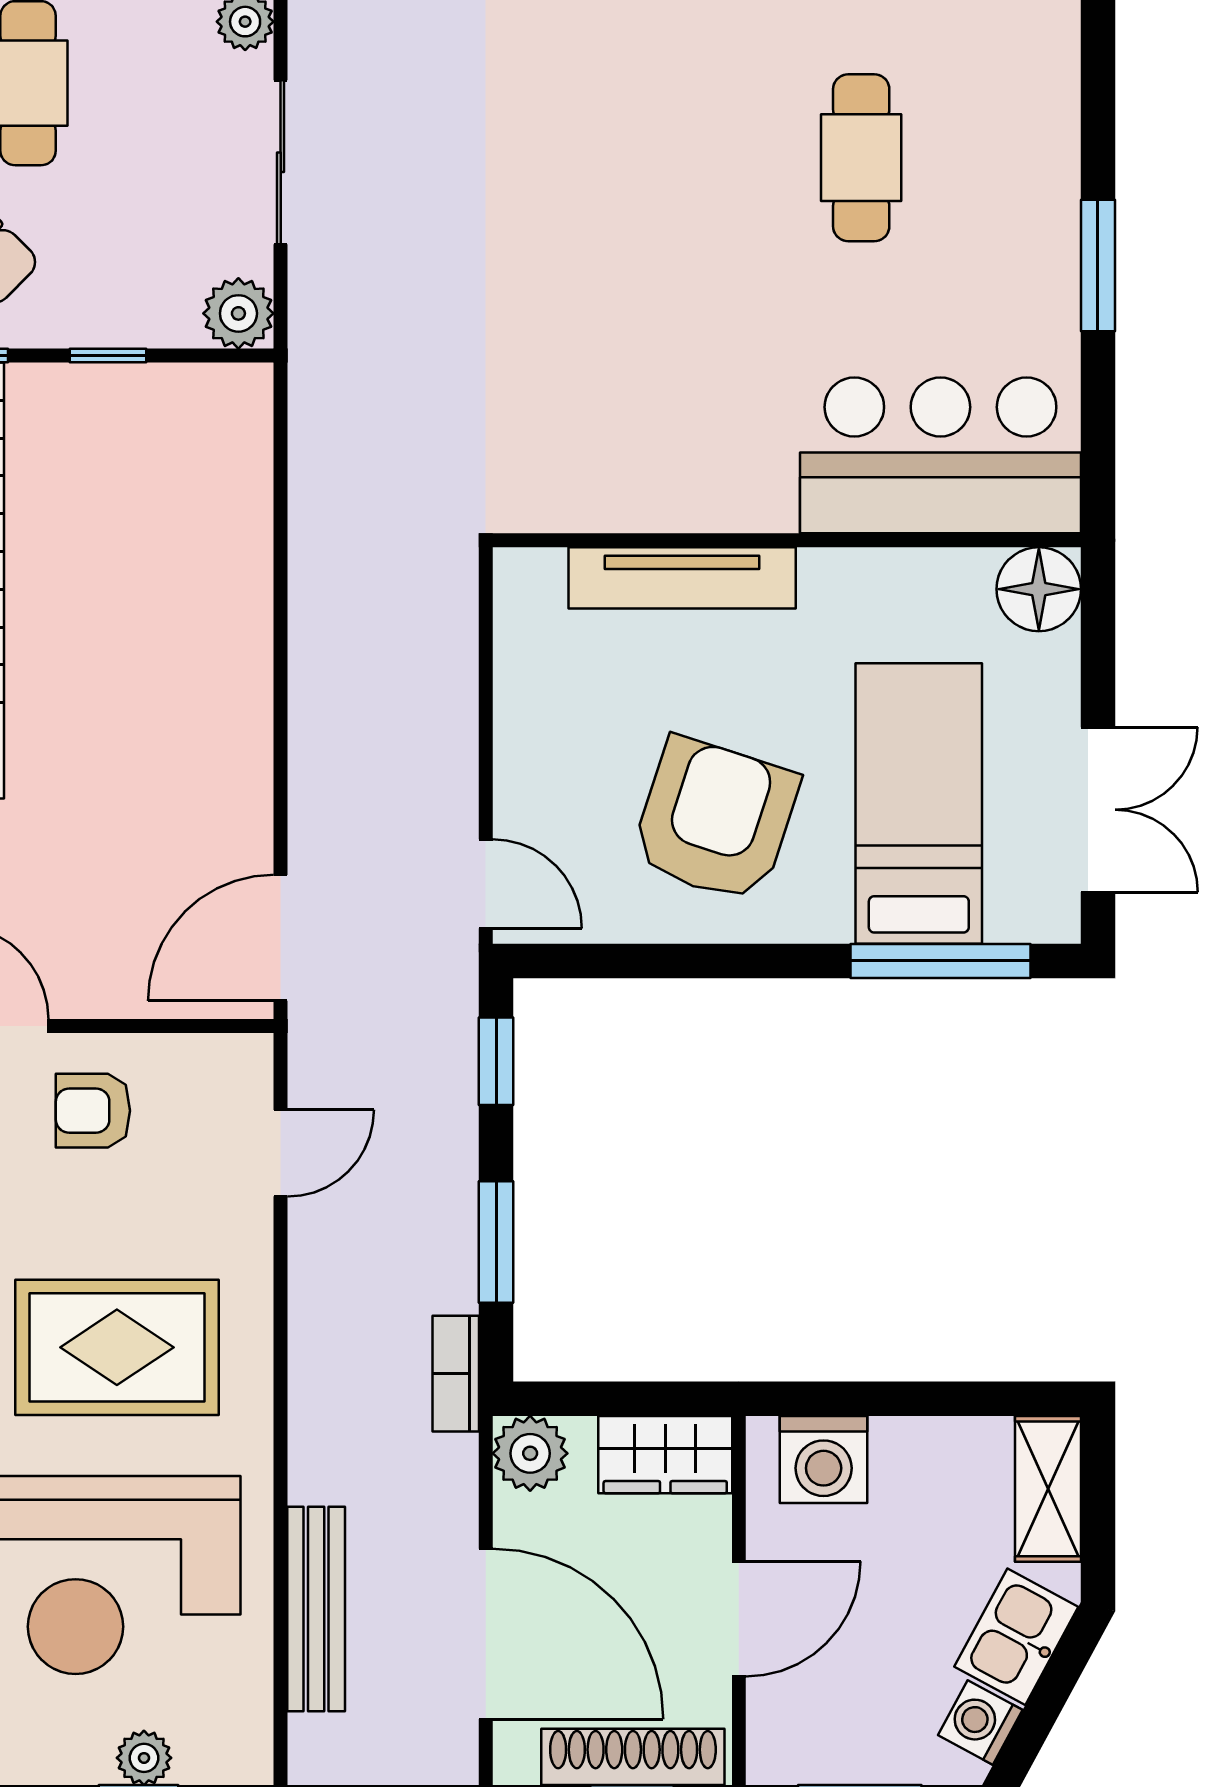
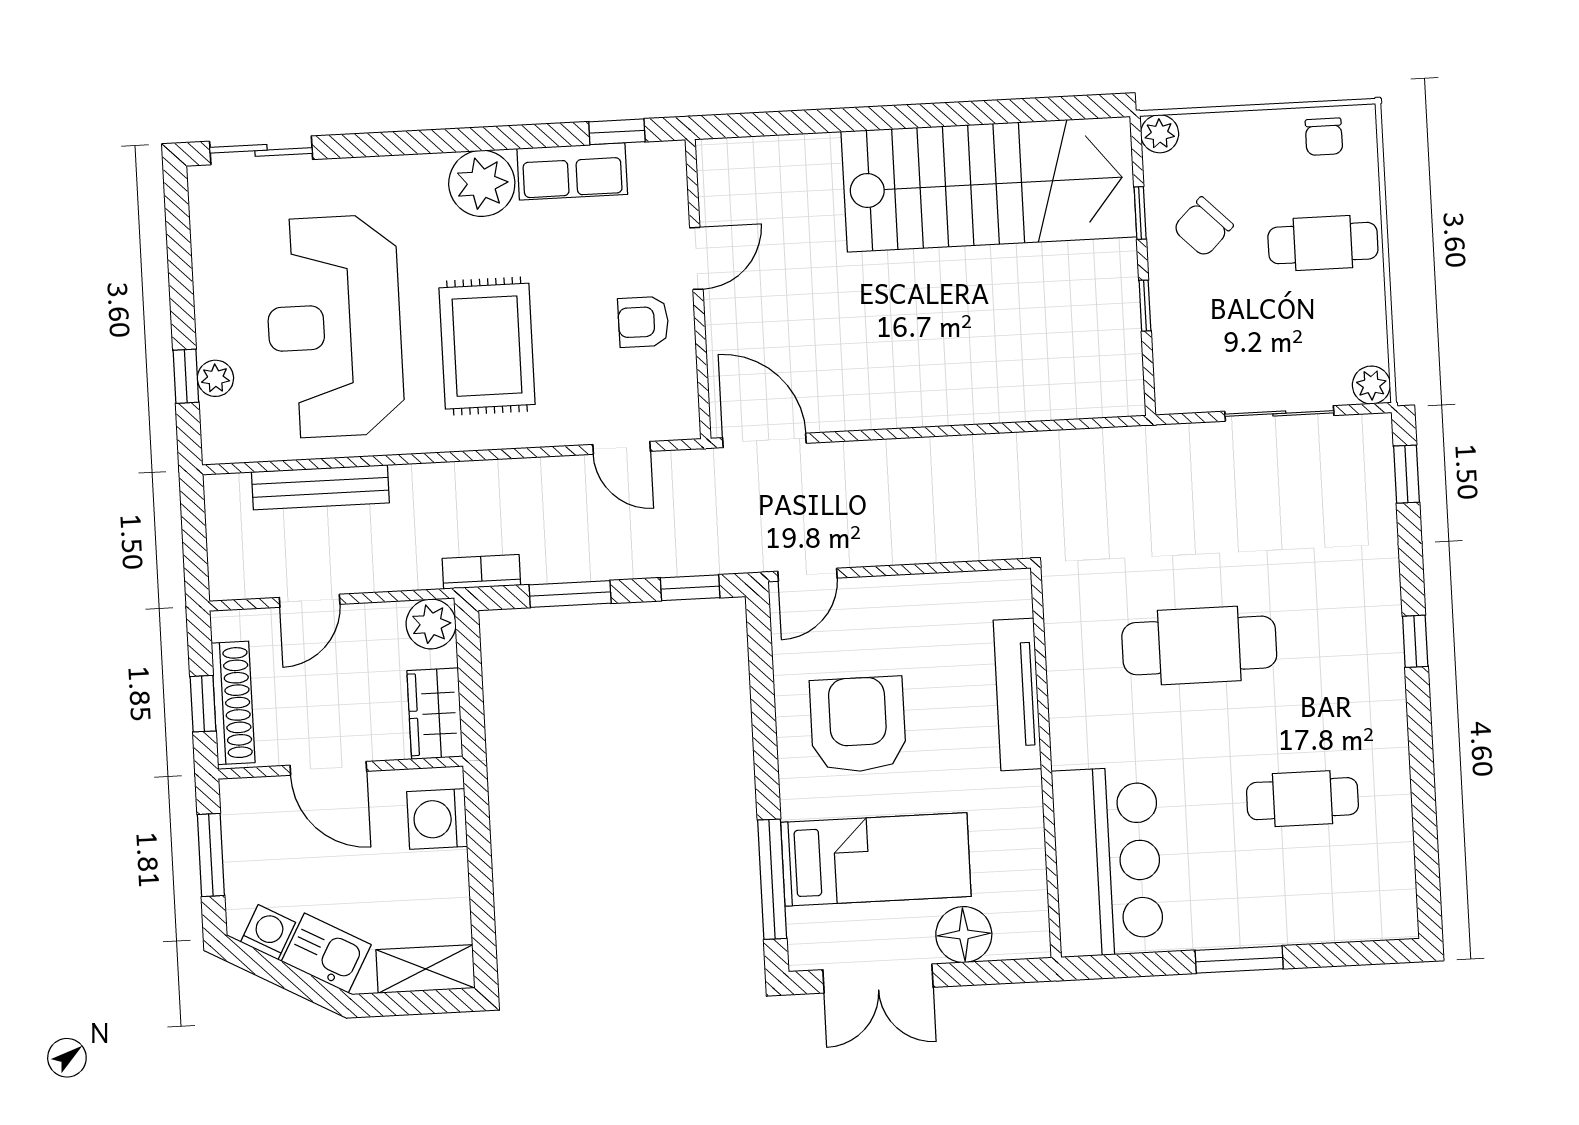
cafe table: (623, 301) -> (1199, 645), added
plant: (238, 313) -> (1177, 391), removed
floor lamp: (1039, 589) -> (964, 935), moved
armchair: (715, 820) -> (858, 725), turned -108
armchair: (93, 1111) -> (643, 322), turned -90
door: (486, 1634) -> (310, 601), width x0.53

